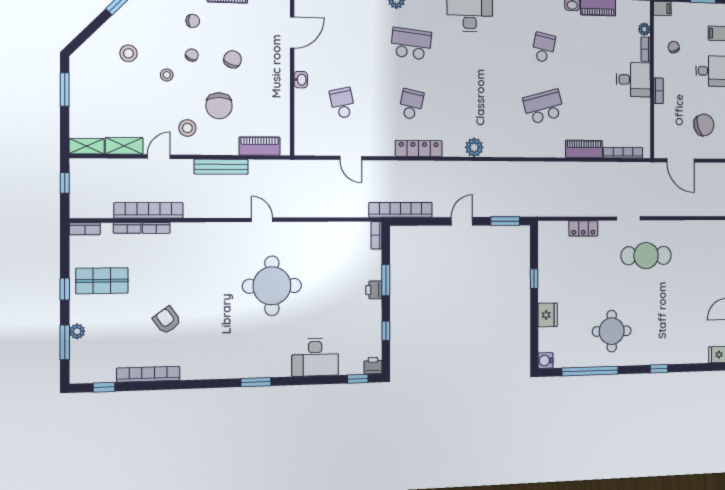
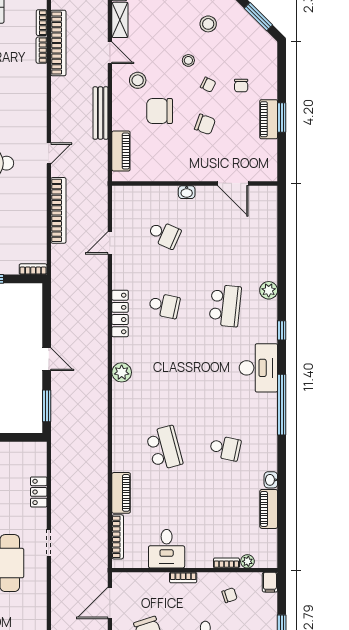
desk: (633, 80) -> (167, 549), moved
school desk: (342, 103) -> (164, 234), turned 36
bookcase: (401, 210) -> (58, 210), moved

